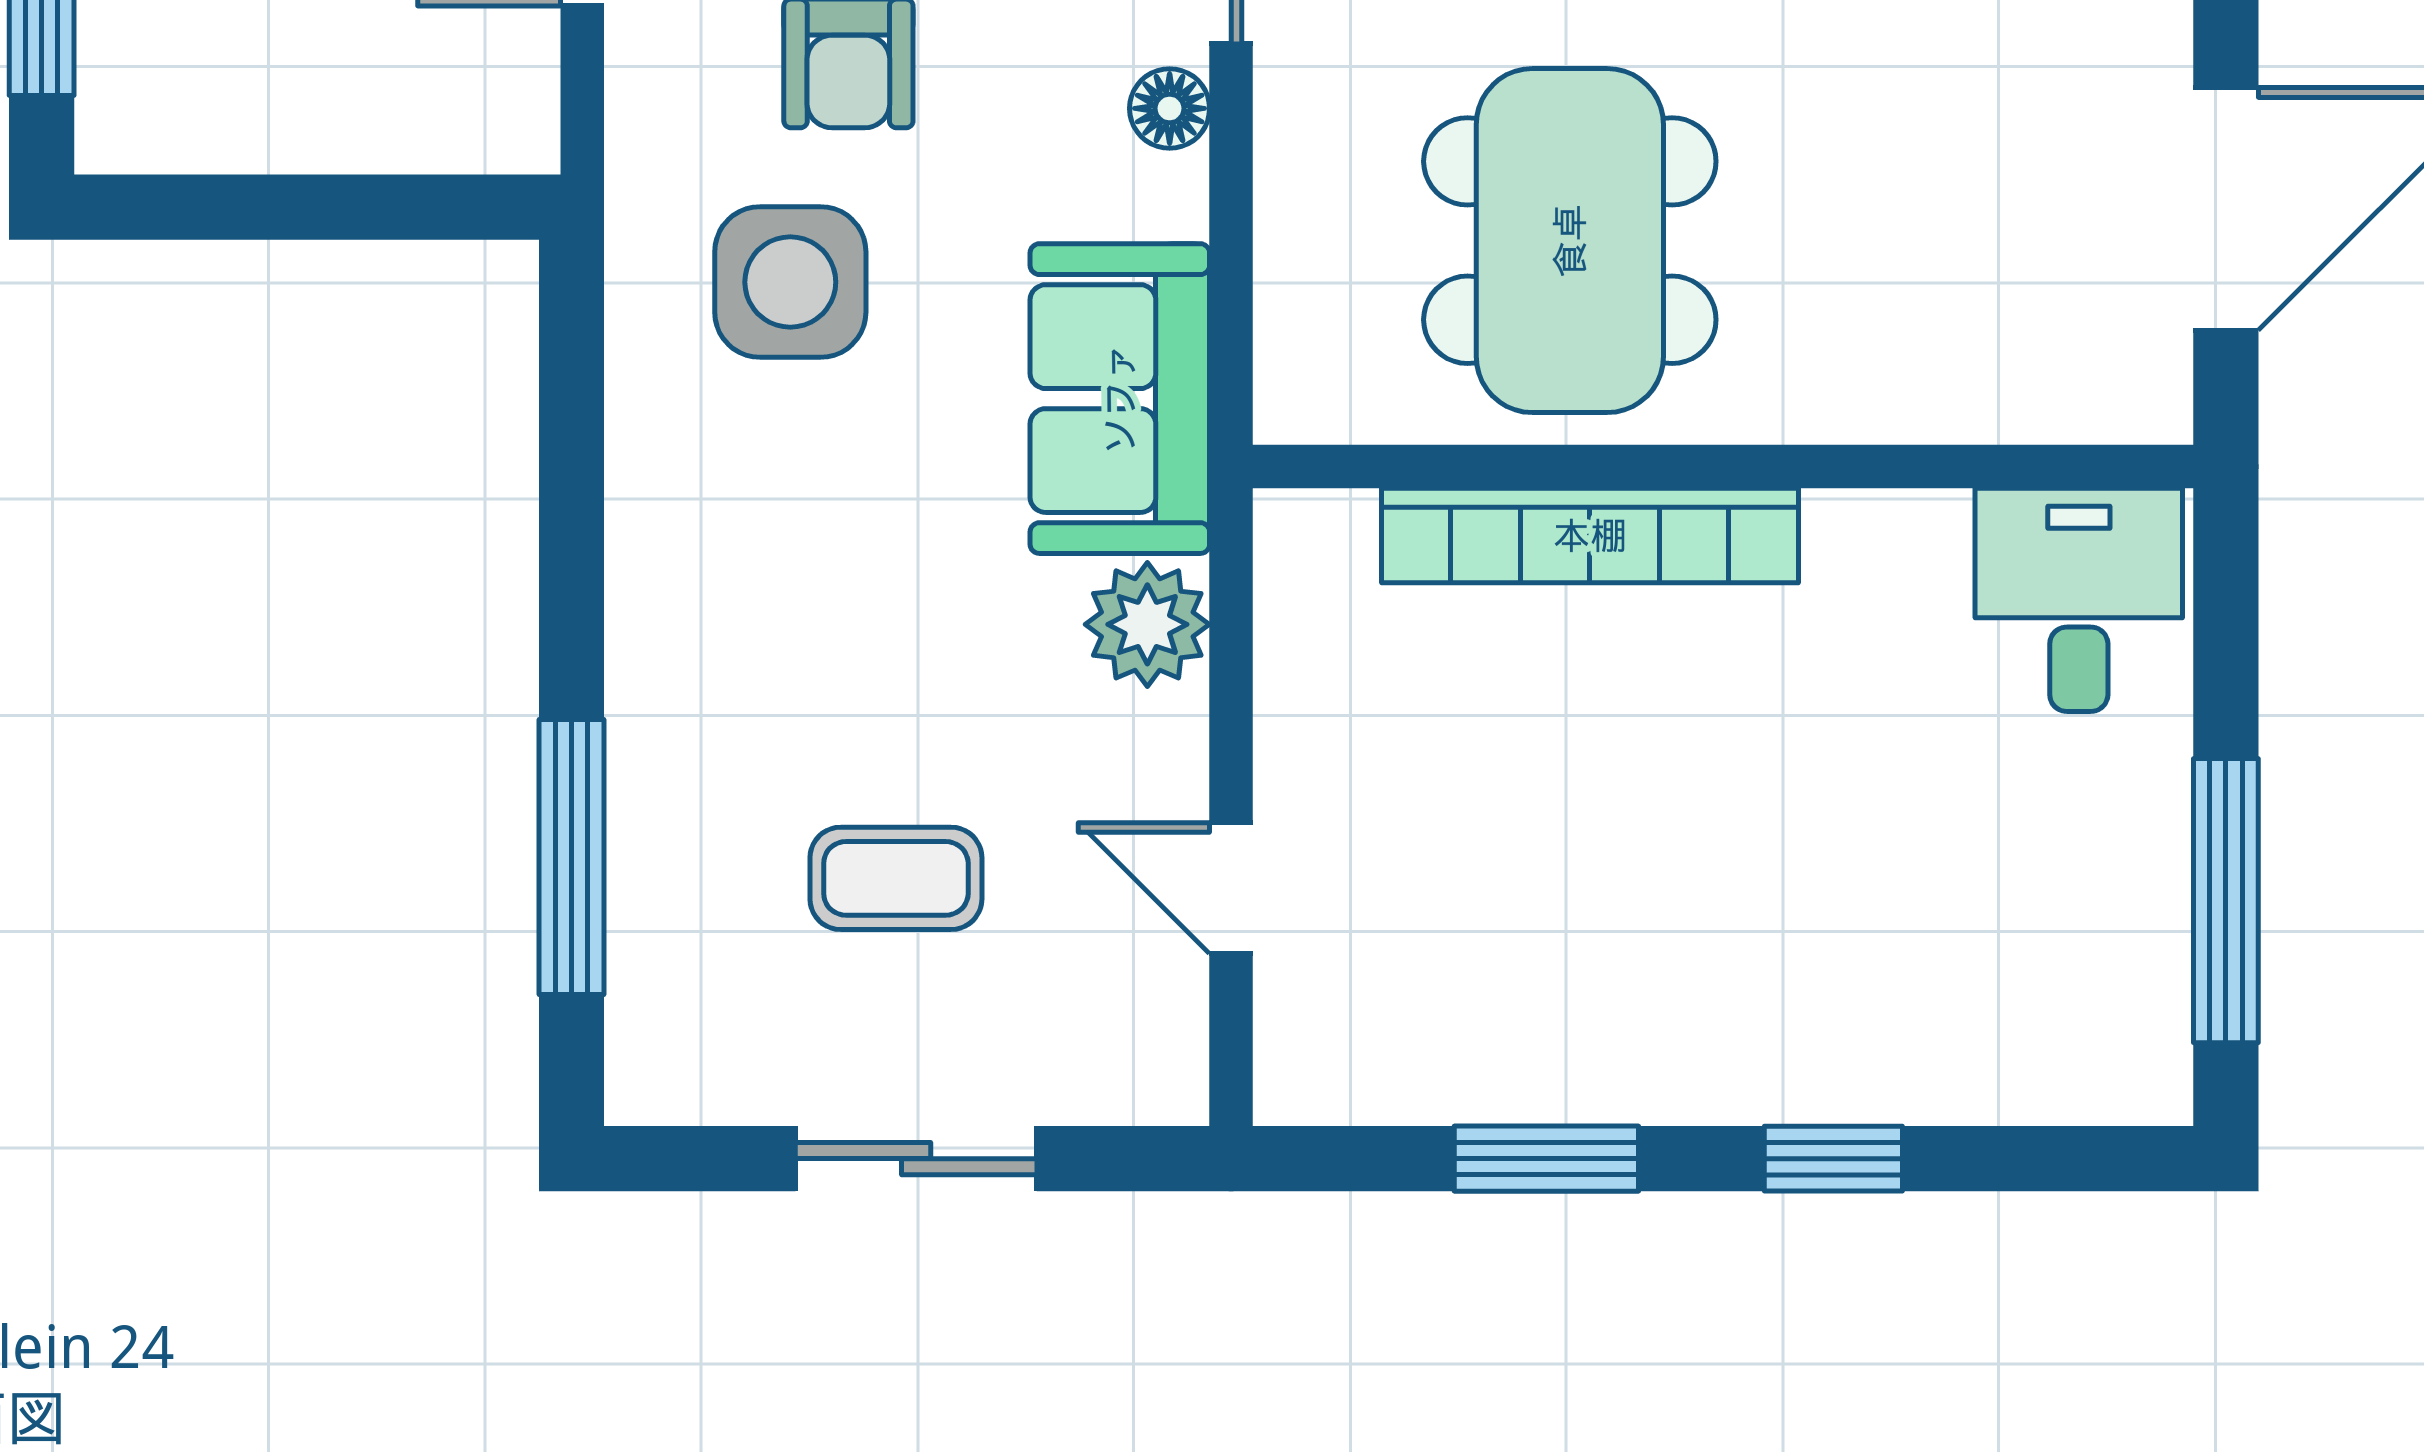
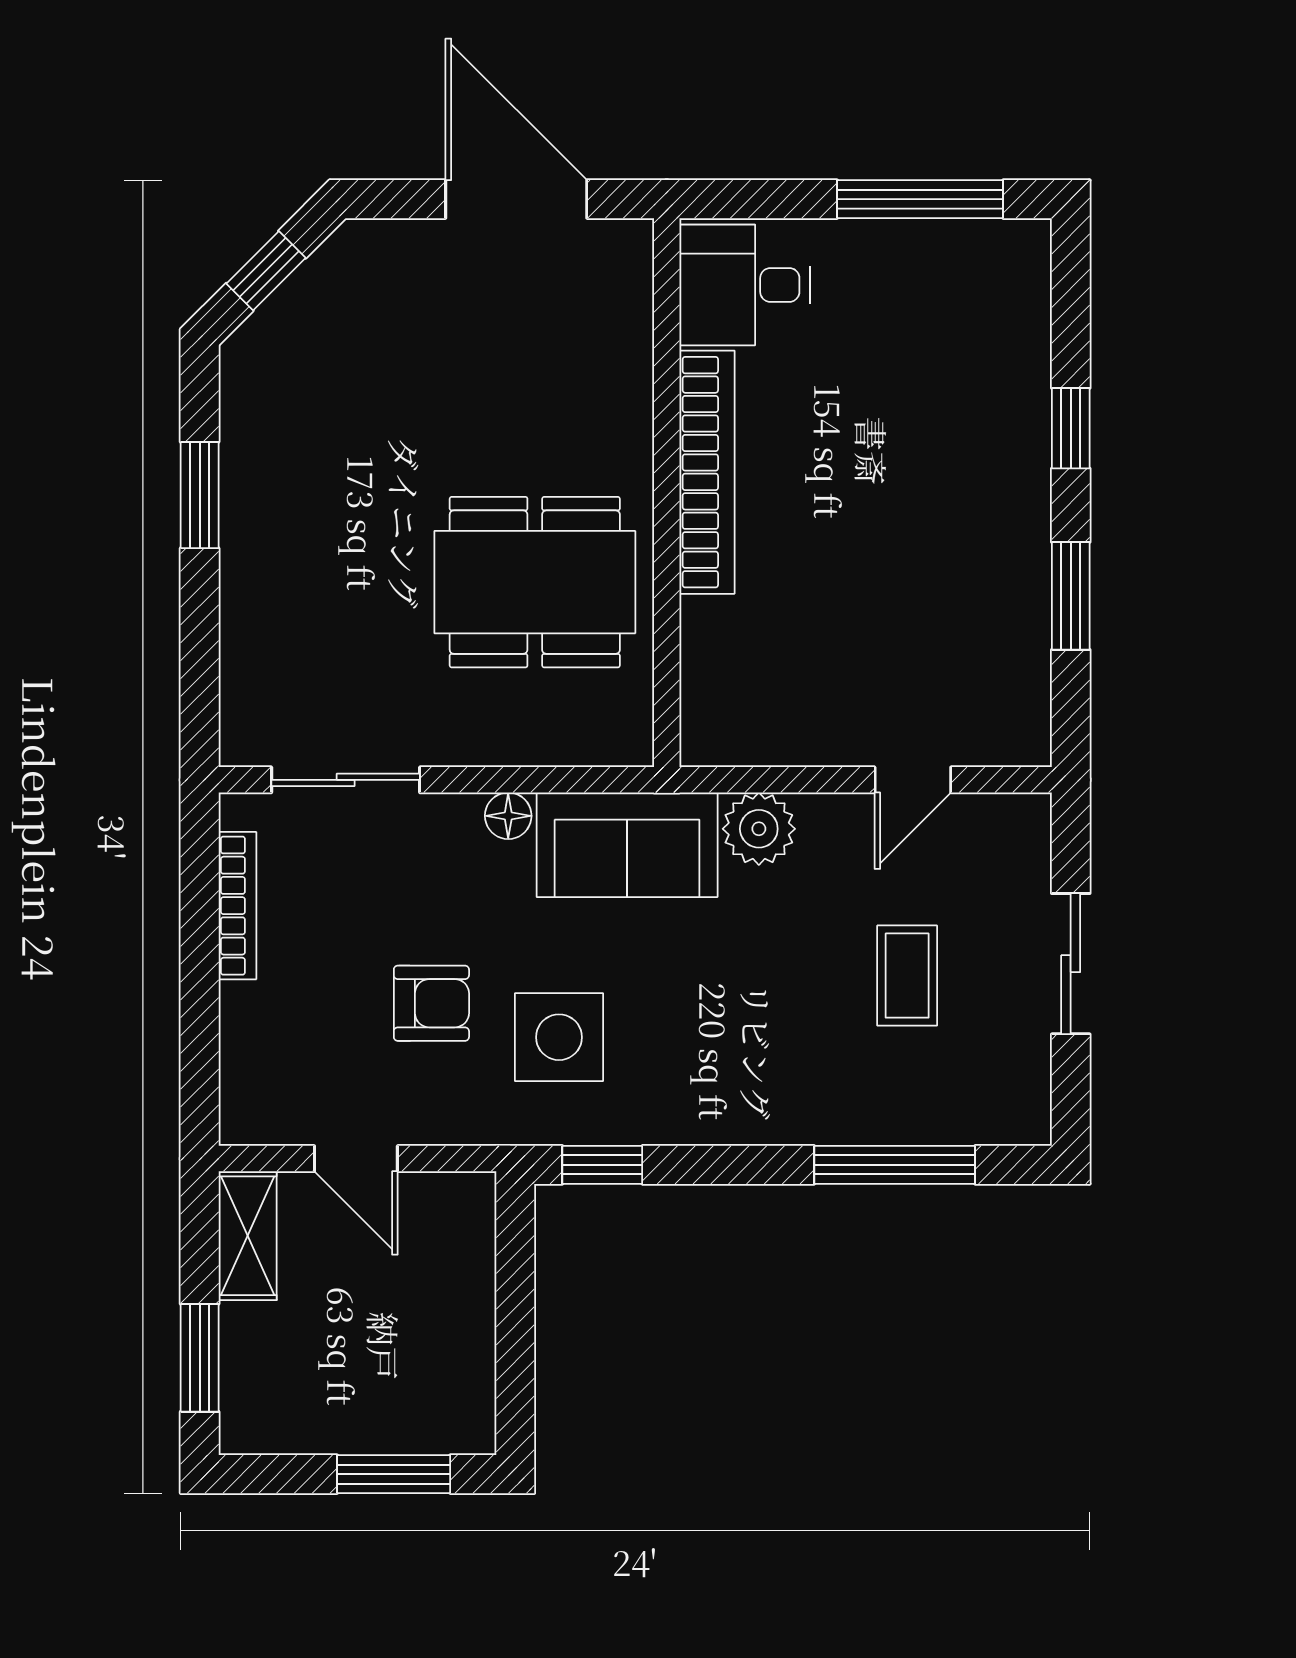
floor lamp: (1170, 108) -> (508, 816), moved
window: (571, 356) -> (602, 1165), added
bookcase: (1590, 536) -> (707, 472), moved

